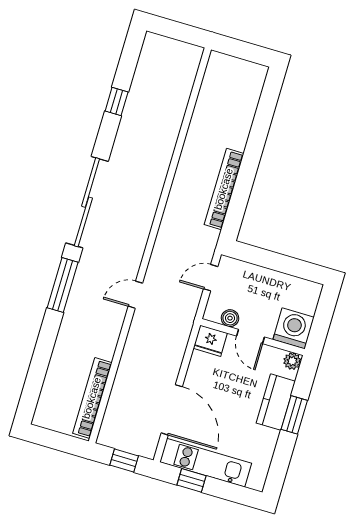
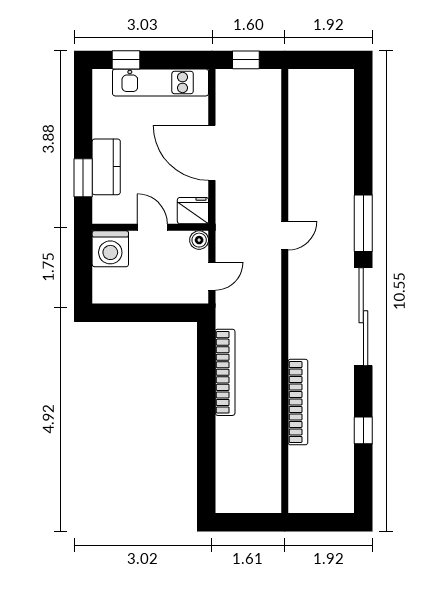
boiler: (230, 318) -> (199, 240), moved
plant: (292, 361) -> (102, 214), removed
bookcase: (92, 398) -> (298, 402), moved
door: (172, 410) -> (212, 153), moved
window: (294, 415) -> (83, 178), moved
window: (192, 480) -> (126, 60), moved

